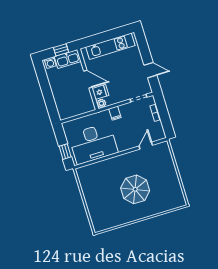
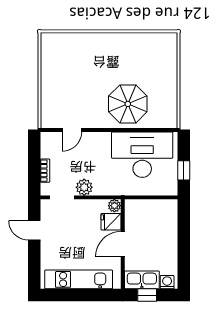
door: (88, 79) -> (123, 244), hinge flipped
plant: (126, 110) -> (84, 187), added
filing cabinet: (115, 113) -> (100, 187), removed
window: (65, 152) -> (184, 170), moved
parasol: (135, 189) -> (128, 104), moved

